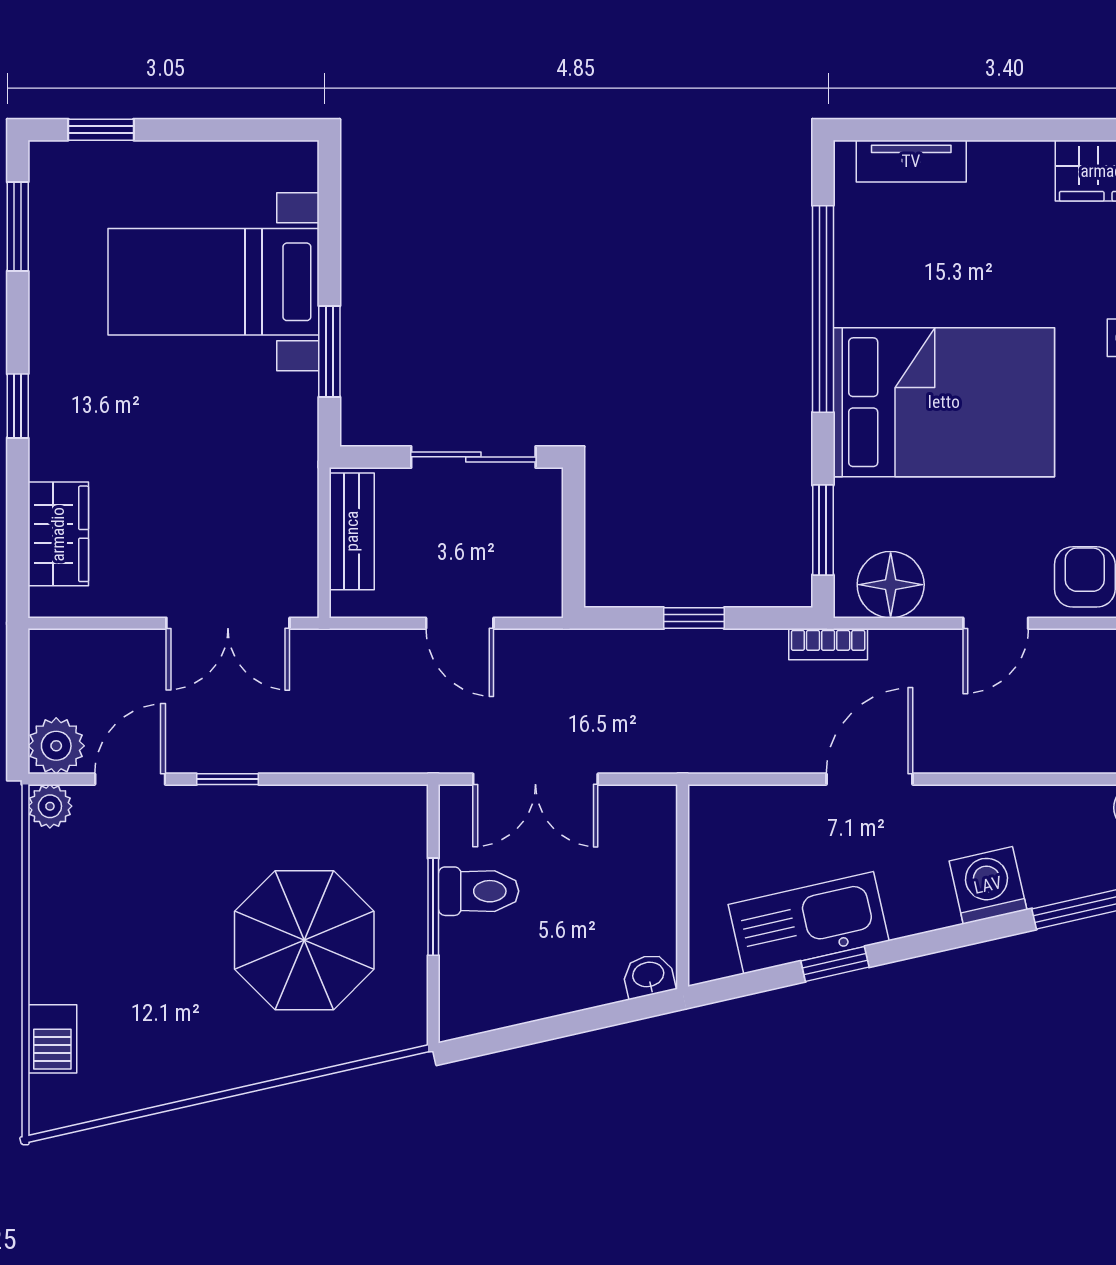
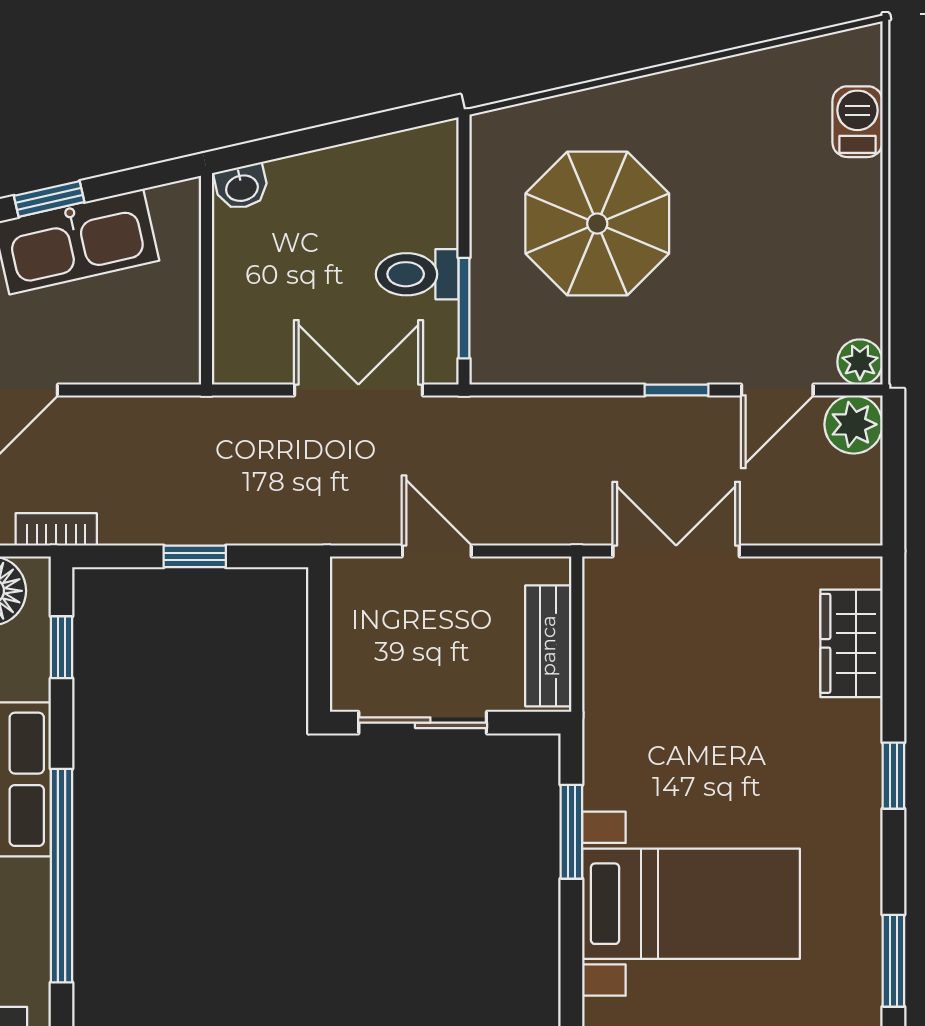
window: (823, 530) -> (62, 647), width x0.67
window: (433, 907) -> (464, 308), moved

